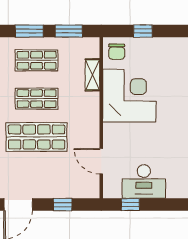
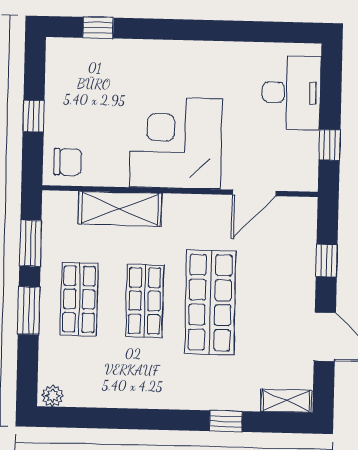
shelving: (92, 75) -> (120, 209), width x1.50, depth x1.33
corner desk: (129, 96) -> (176, 143), moved
desk: (144, 182) -> (291, 93), moved

